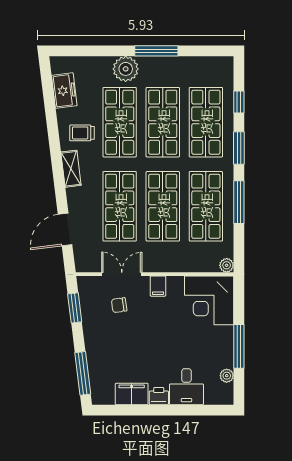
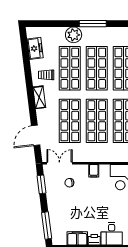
double door: (122, 274) -> (59, 163), moved

